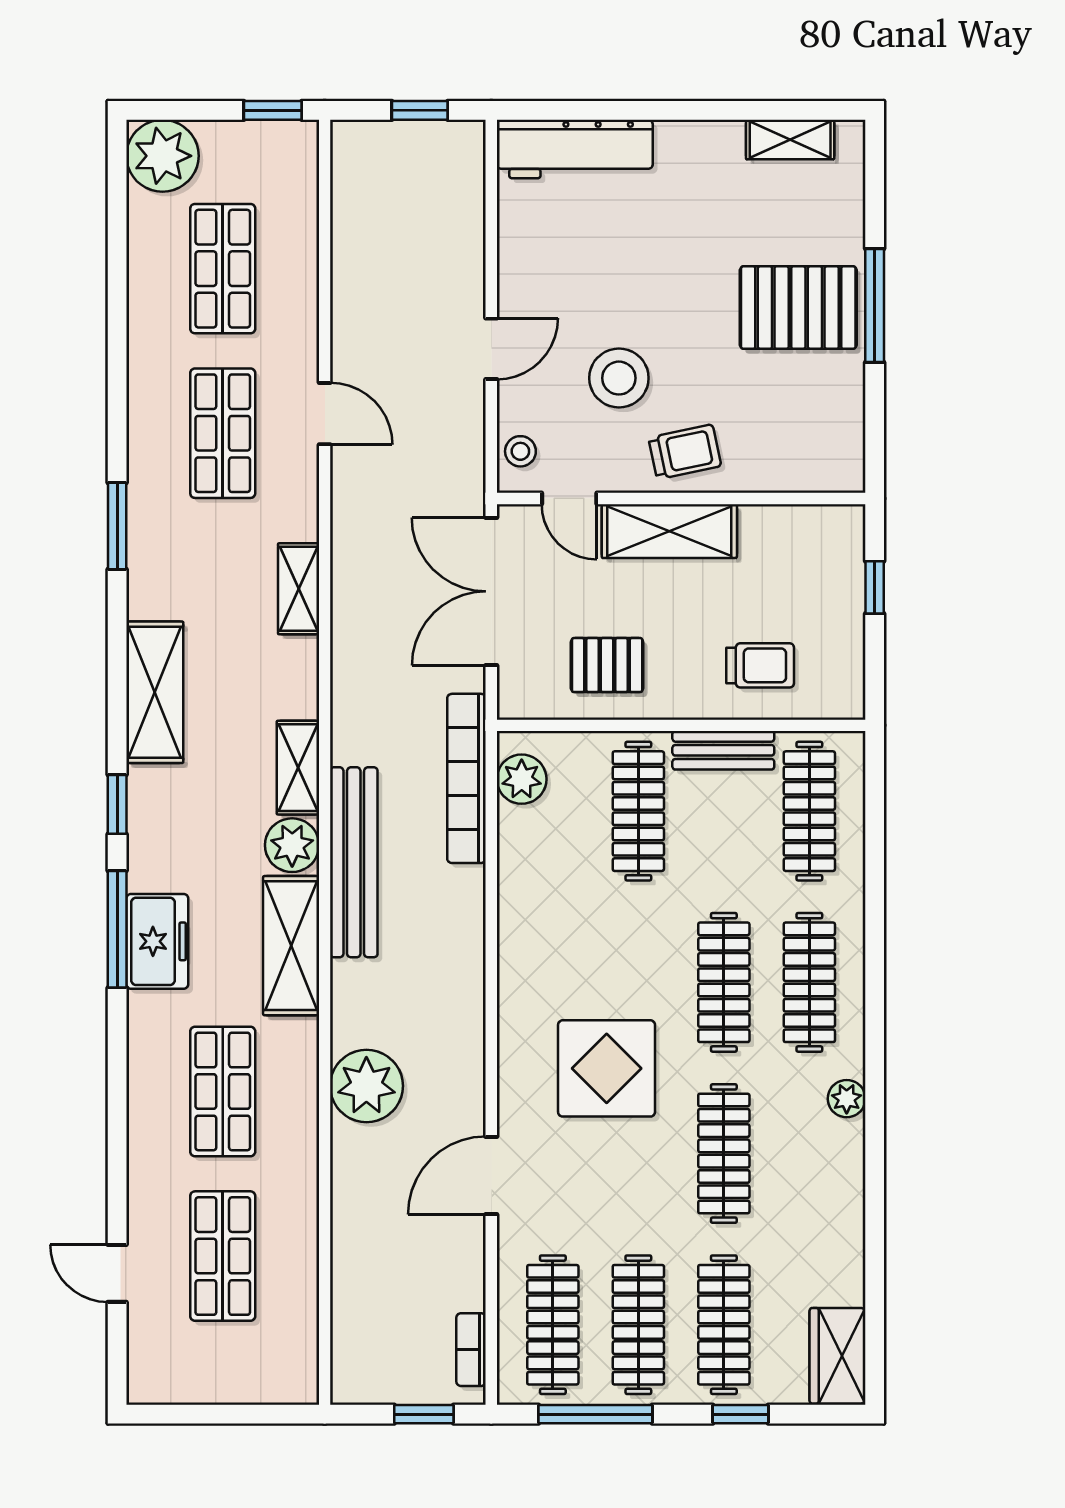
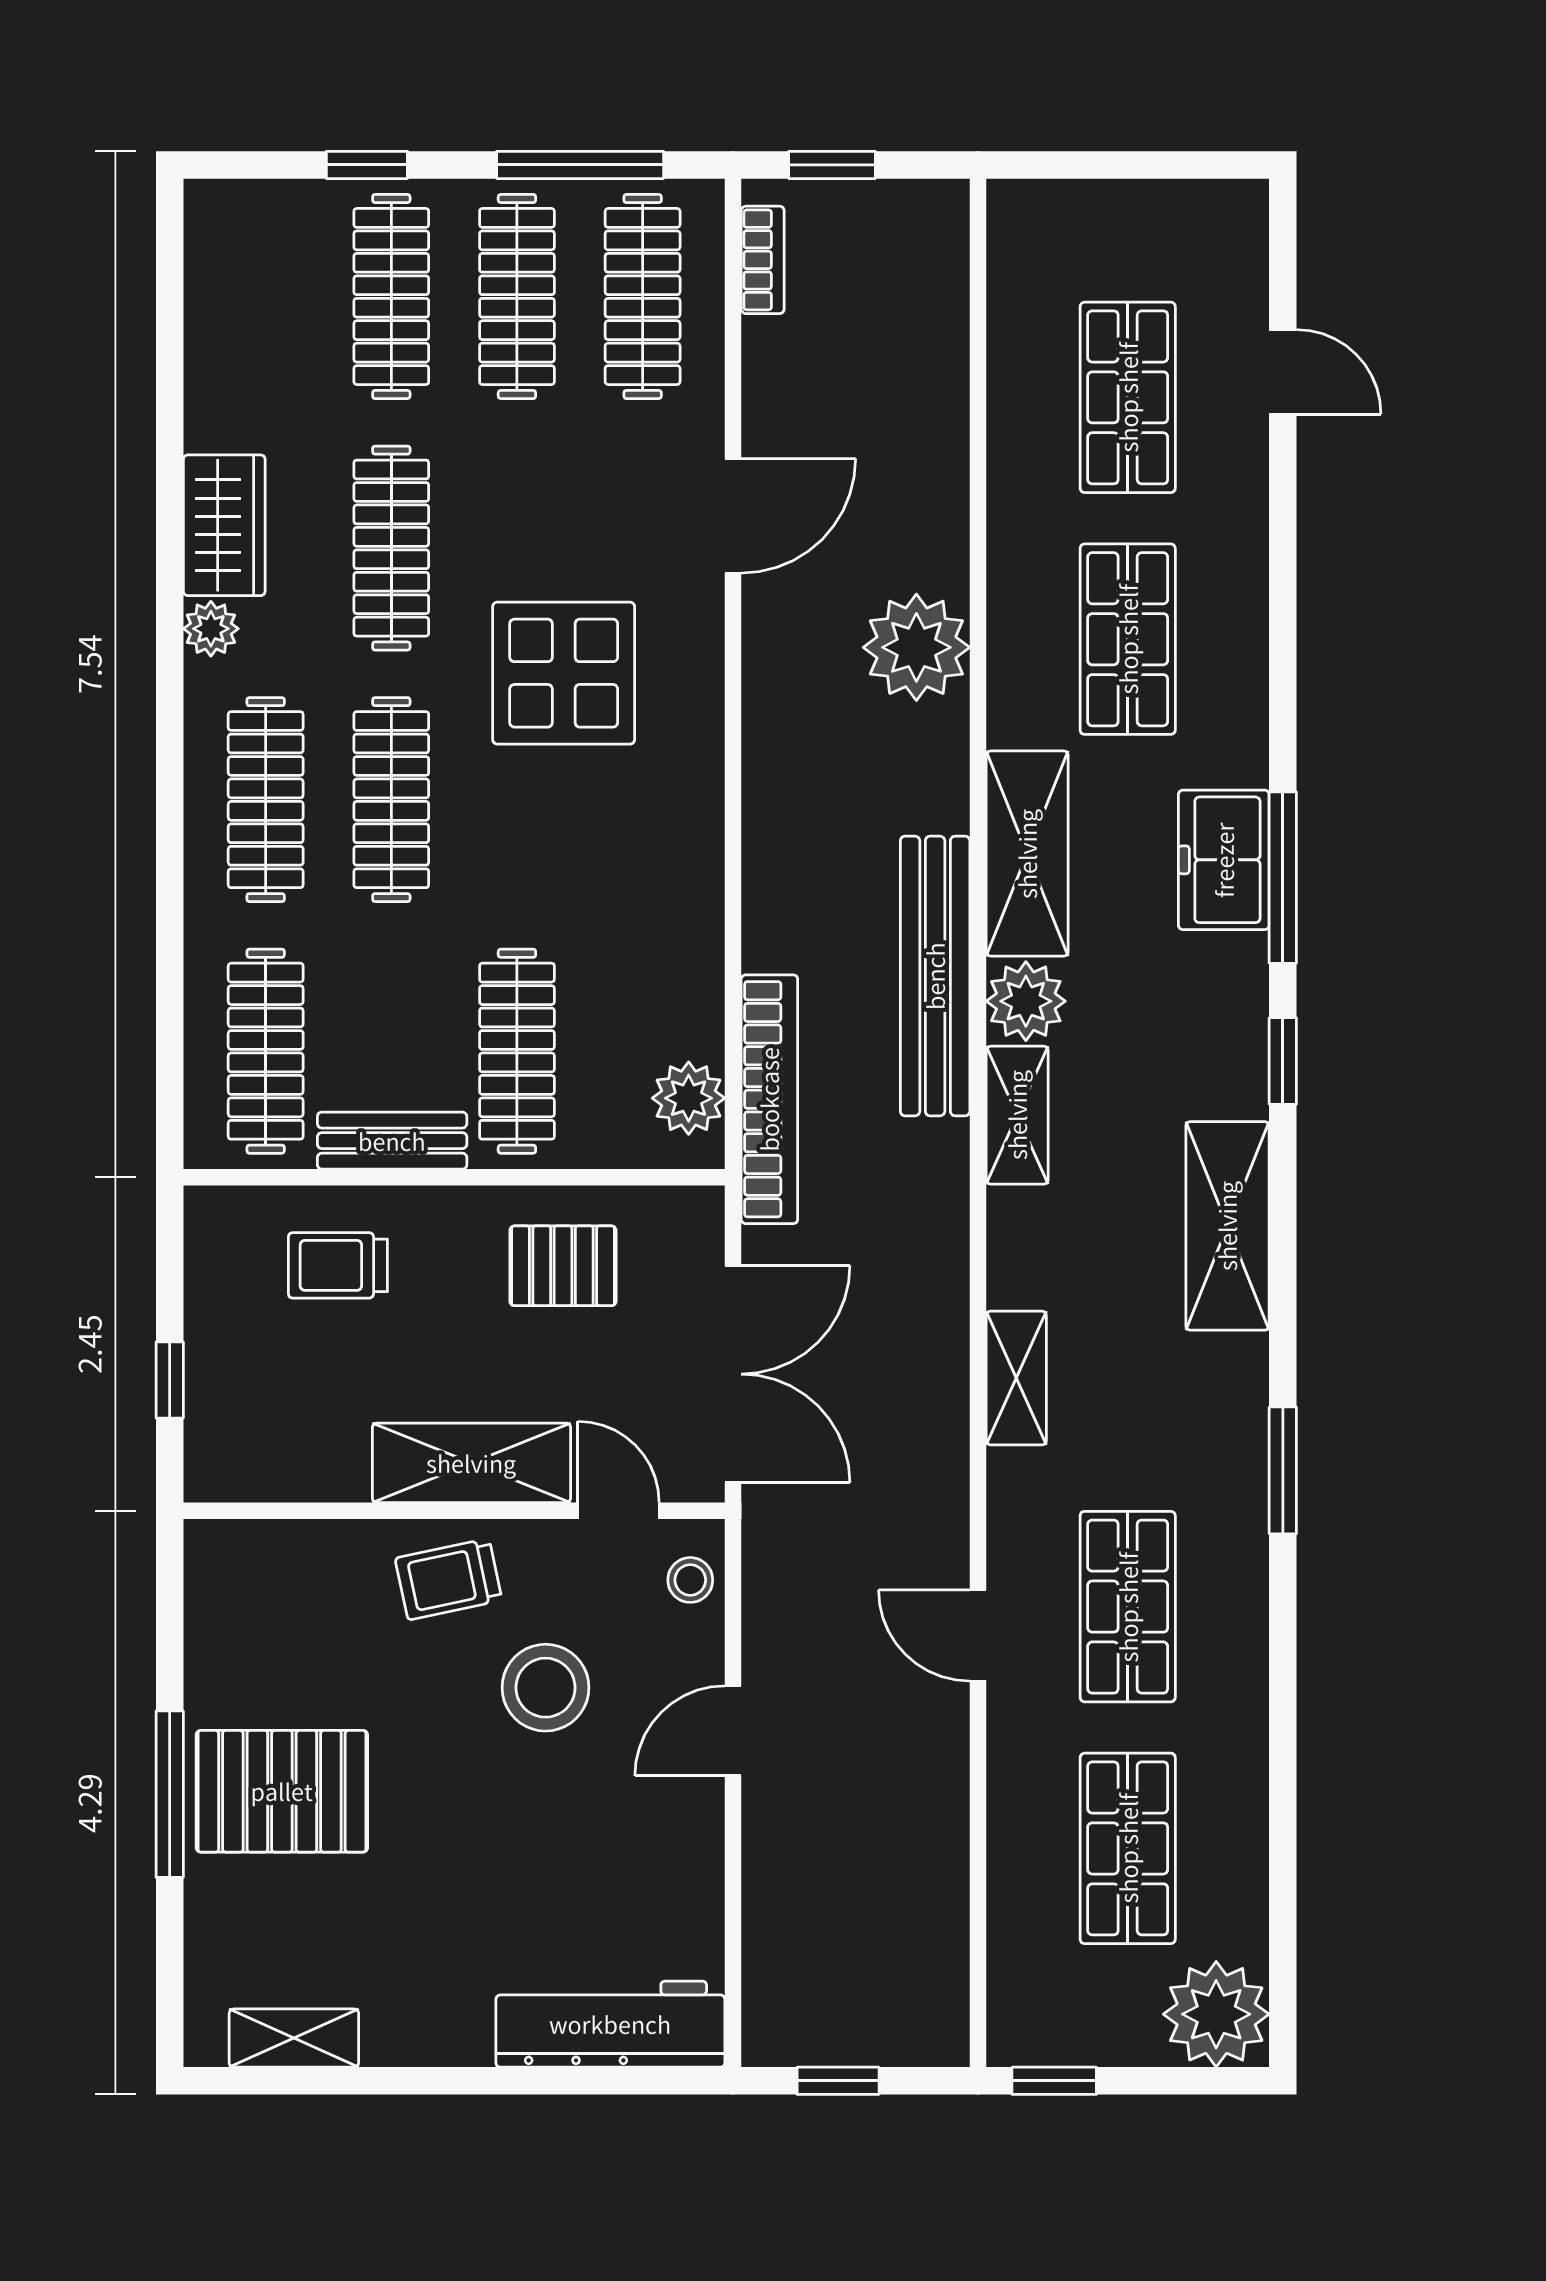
wardrobe: (838, 1356) -> (224, 525), moved

